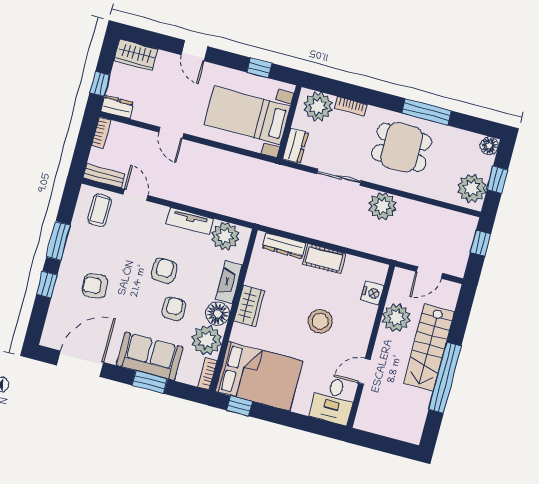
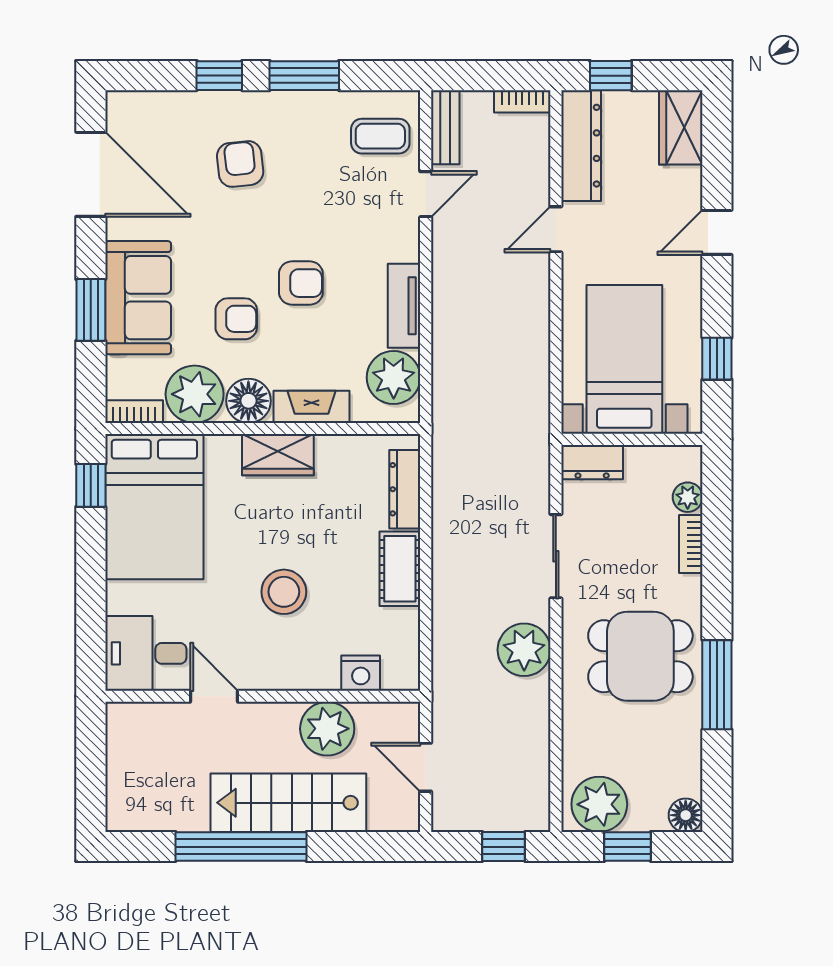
plant: (318, 106) -> (688, 497), width x0.53, depth x0.53
dresser: (117, 107) -> (581, 146), width x1.96, depth x1.24
dining table: (402, 147) -> (640, 656), turned 90

